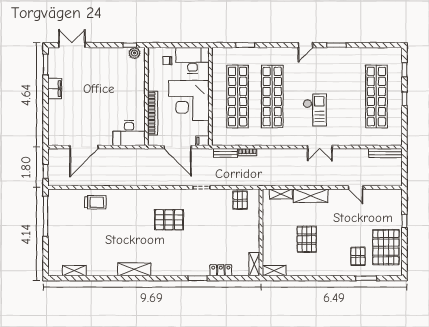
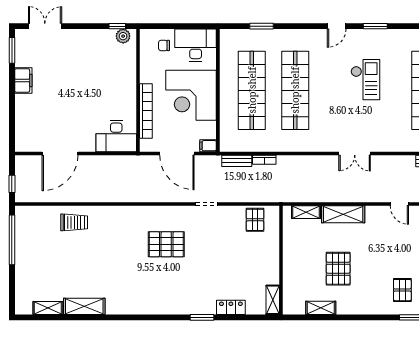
checkout: (315, 110) -> (365, 80), moved
shelving: (134, 269) -> (84, 306), moved
shelving: (274, 271) -> (321, 308), moved

